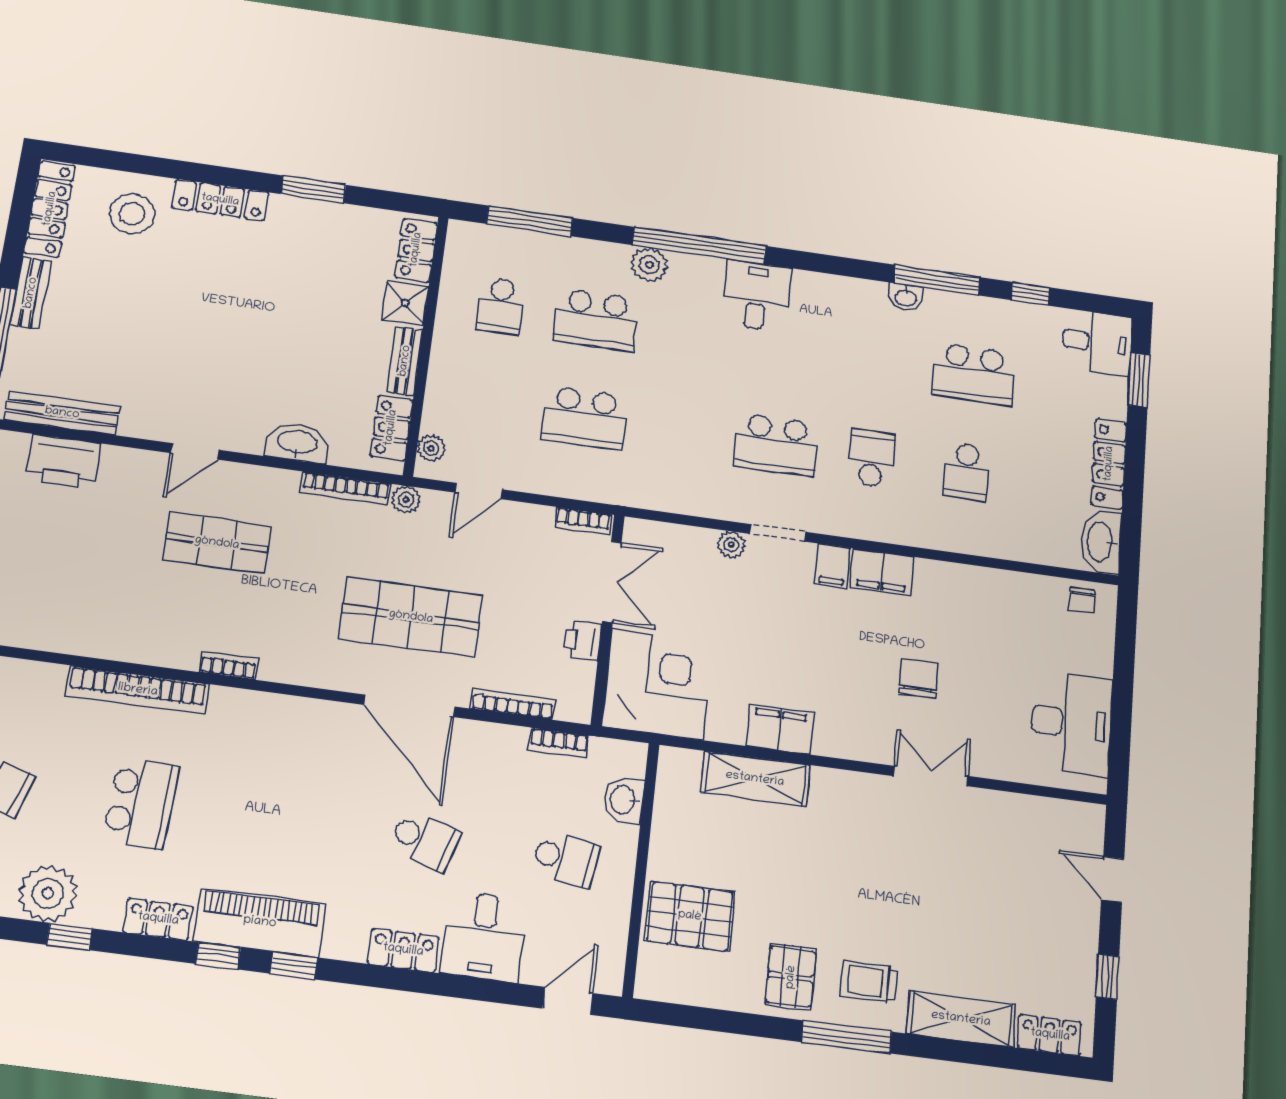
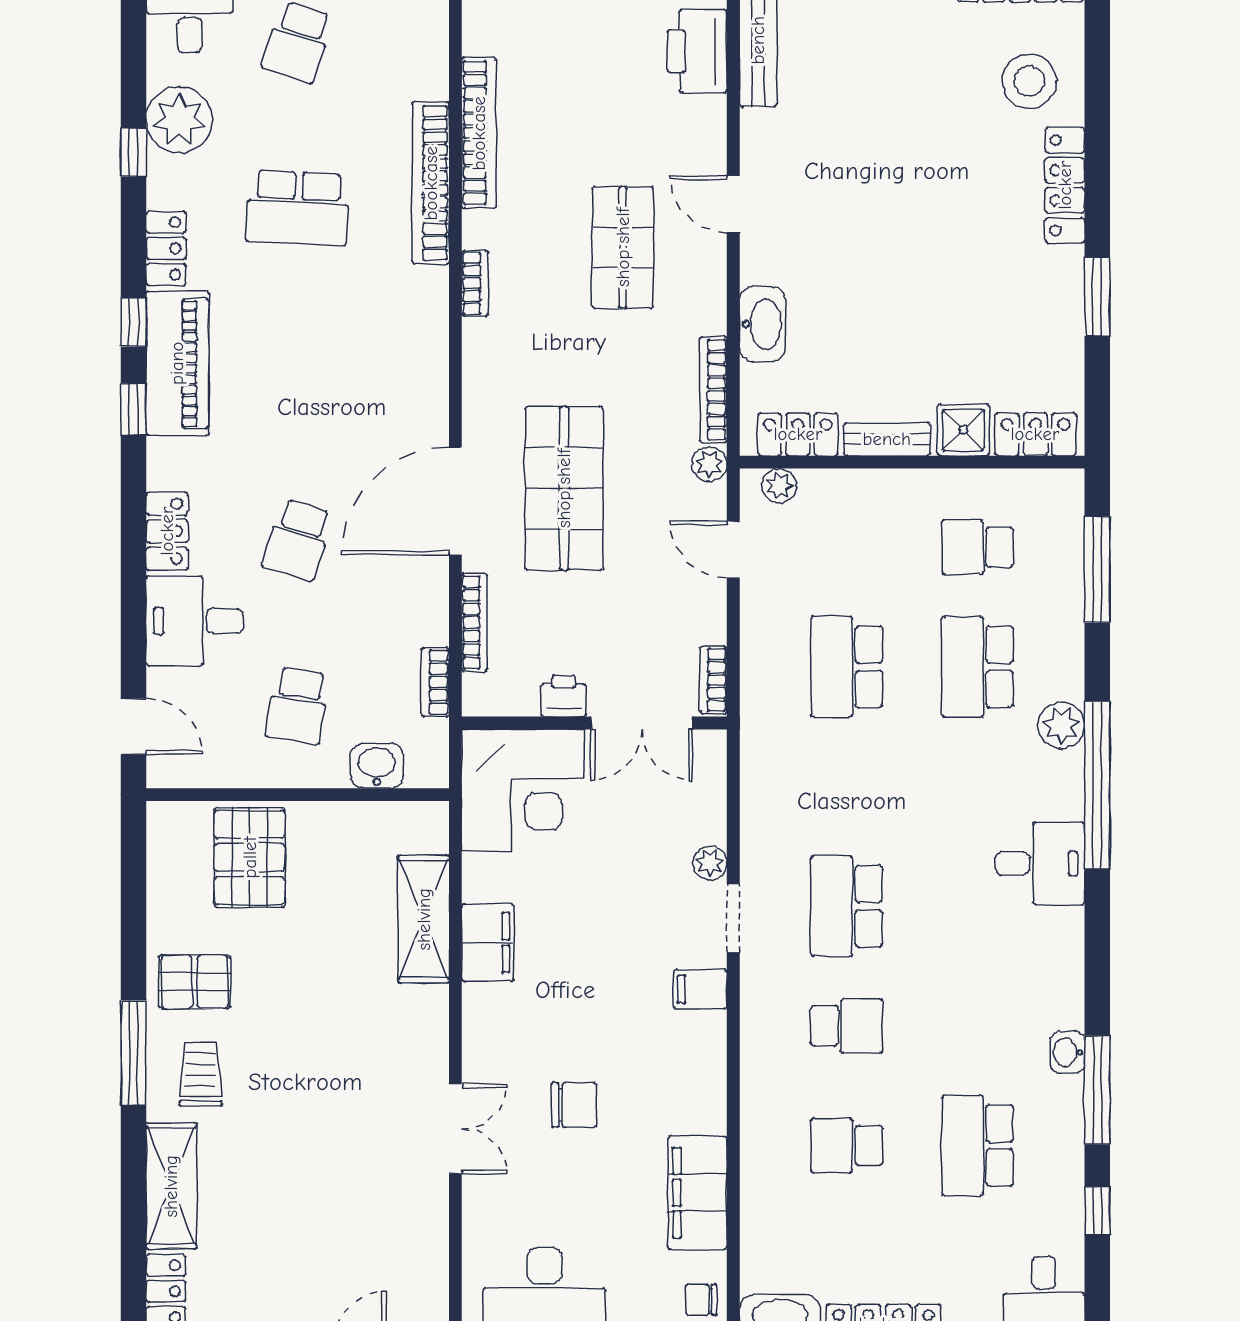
filing cabinet: (882, 572) -> (697, 1193), moved, width x1.50, depth x1.17
bookcase: (102, 645) -> (479, 133), added

